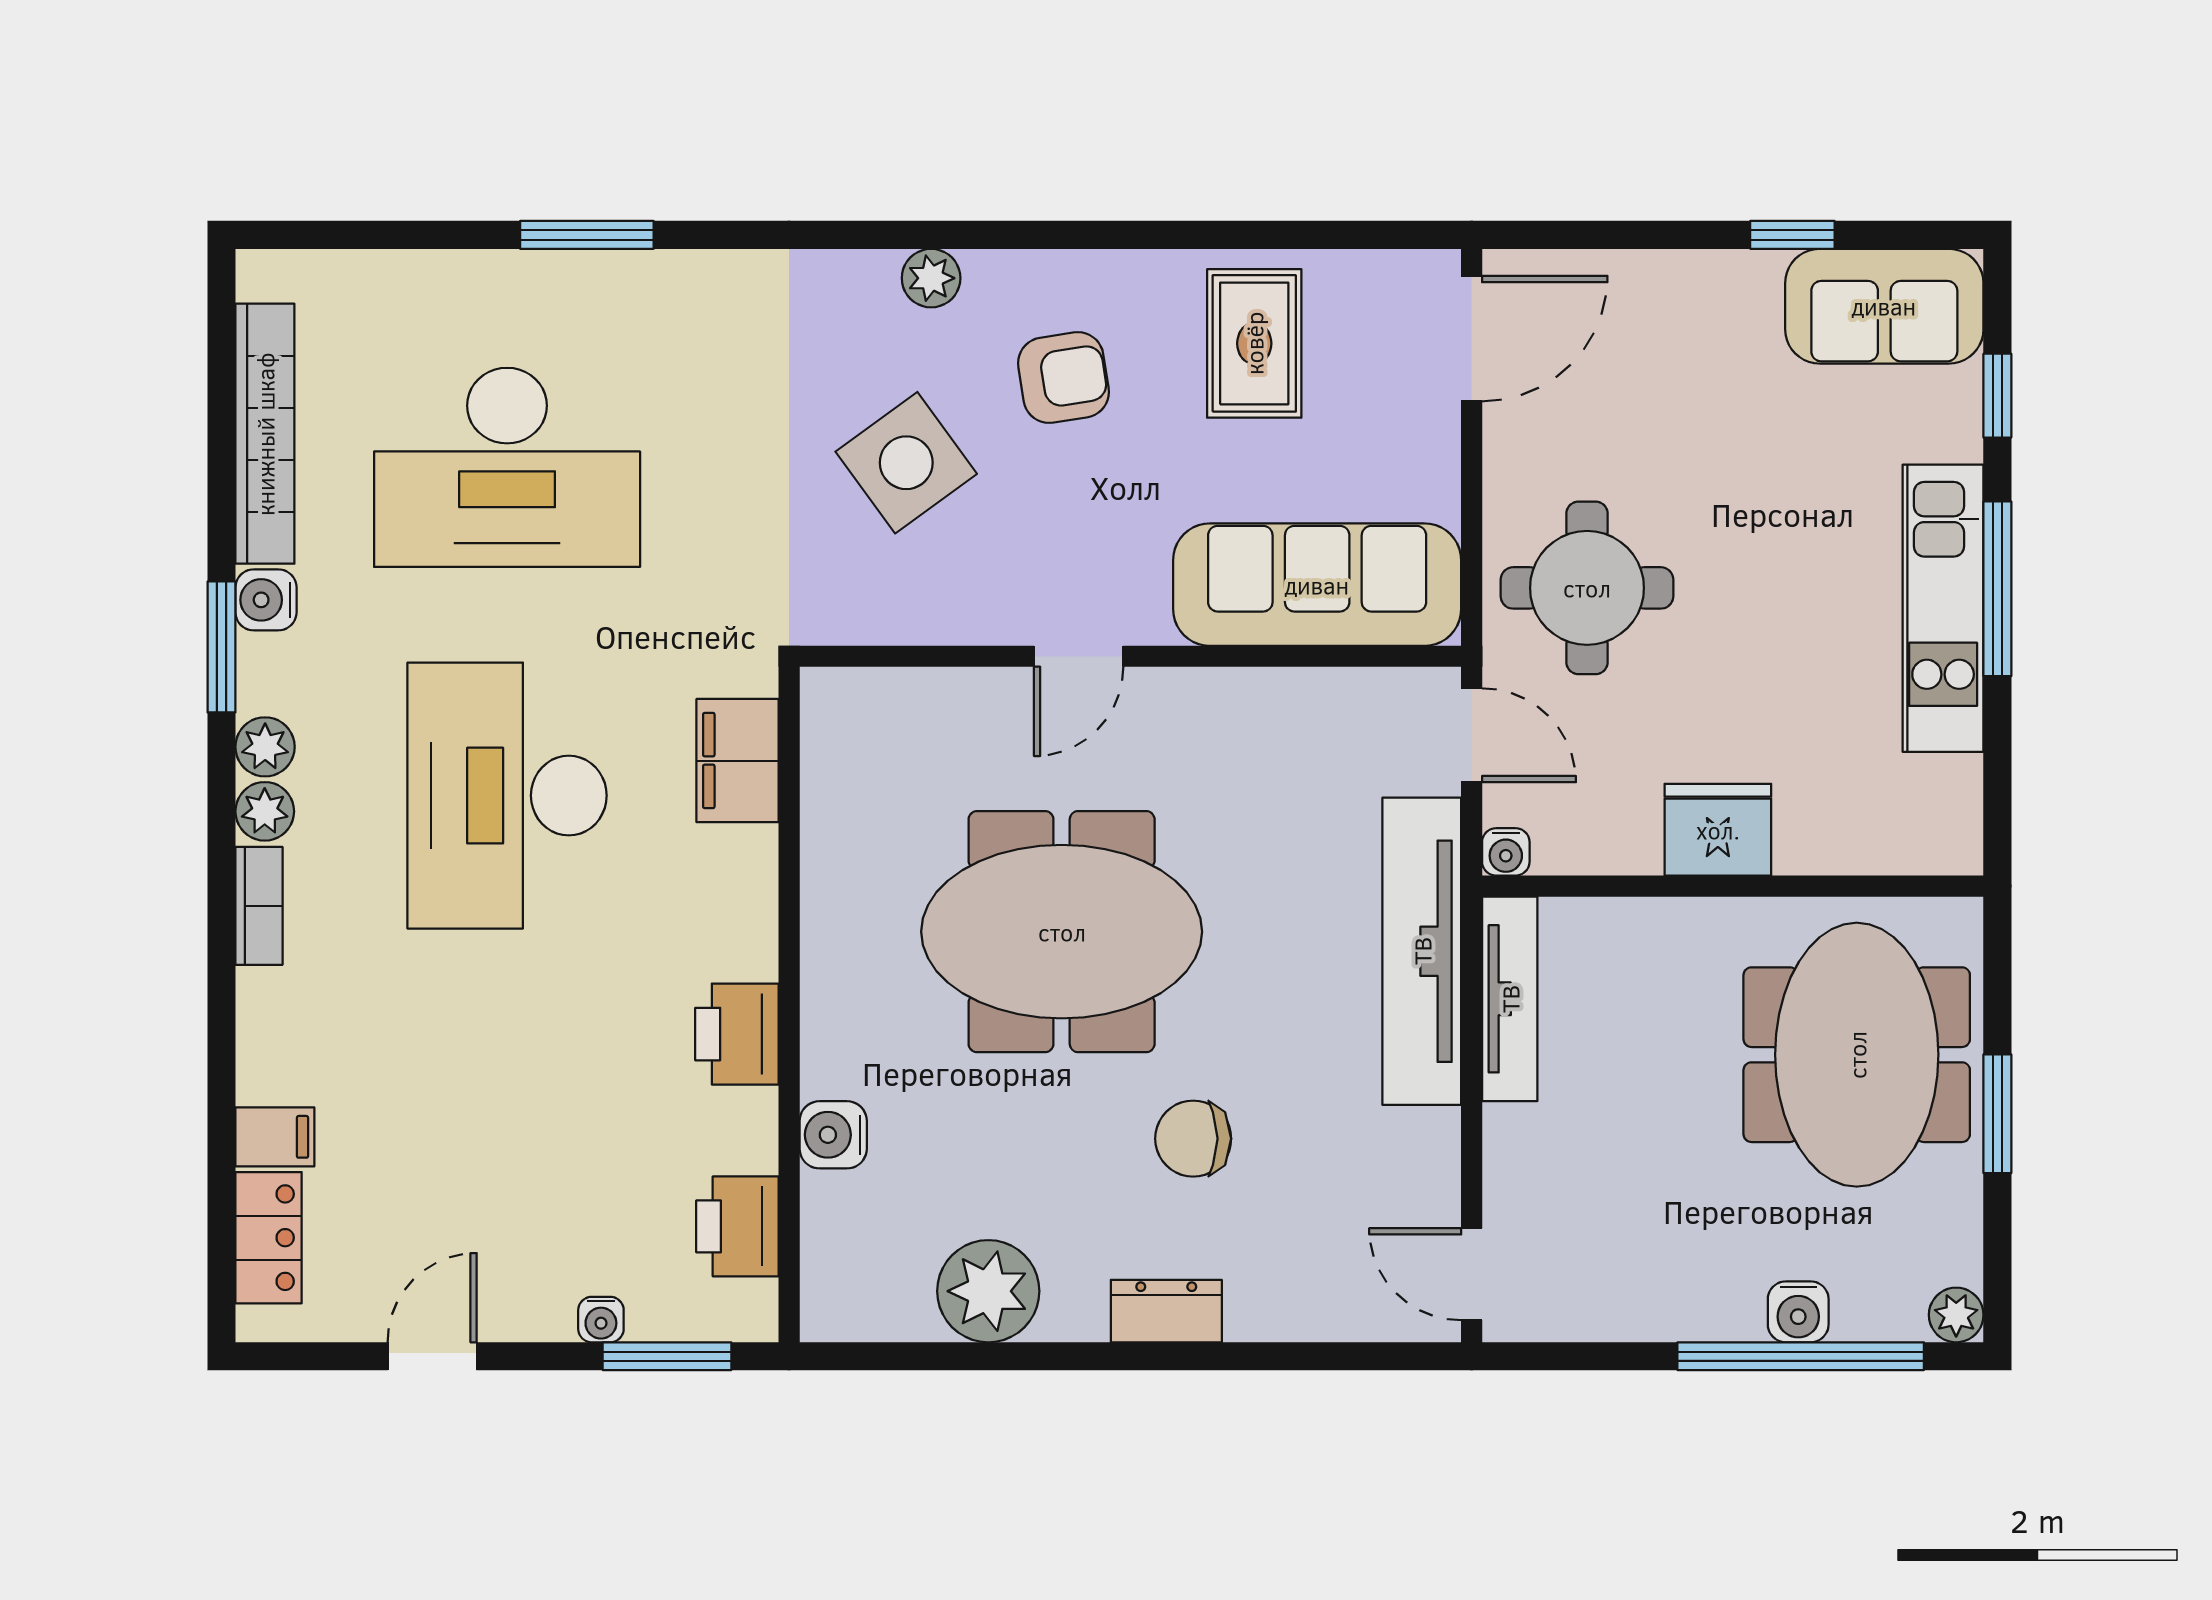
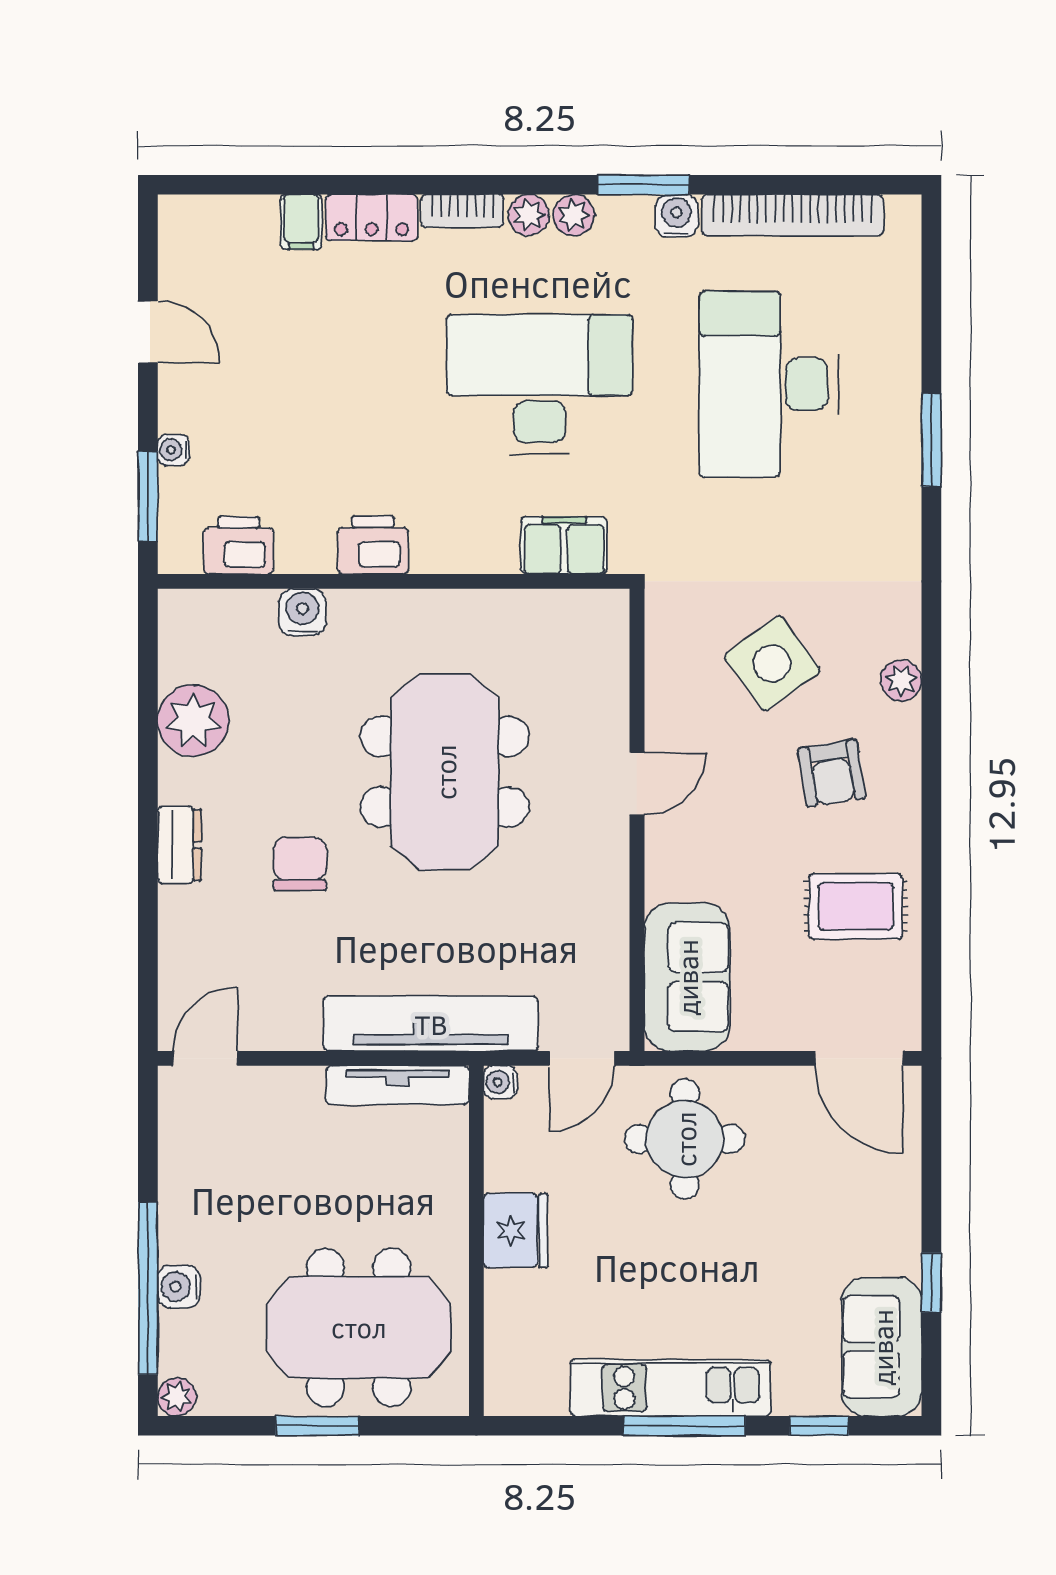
sofa: (1317, 585) -> (687, 977), width x0.73
door: (1079, 656) -> (637, 784), swing flipped
locker: (269, 1238) -> (372, 218), moved

